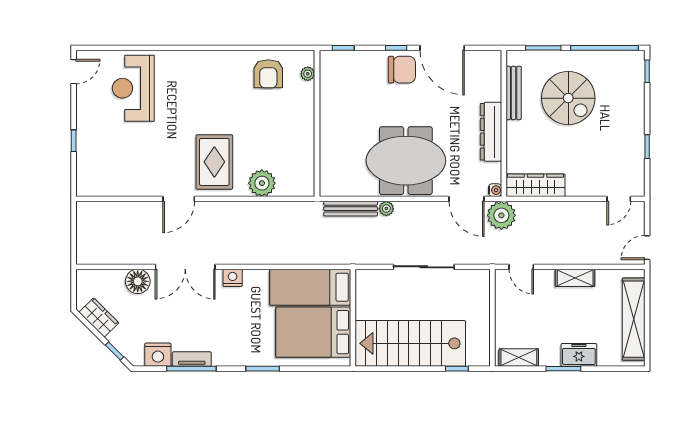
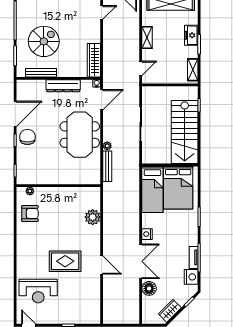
rug: (214, 162) -> (65, 261), moved
door: (619, 199) -> (102, 12), hinge flipped
plant: (501, 215) -> (111, 80), removed

